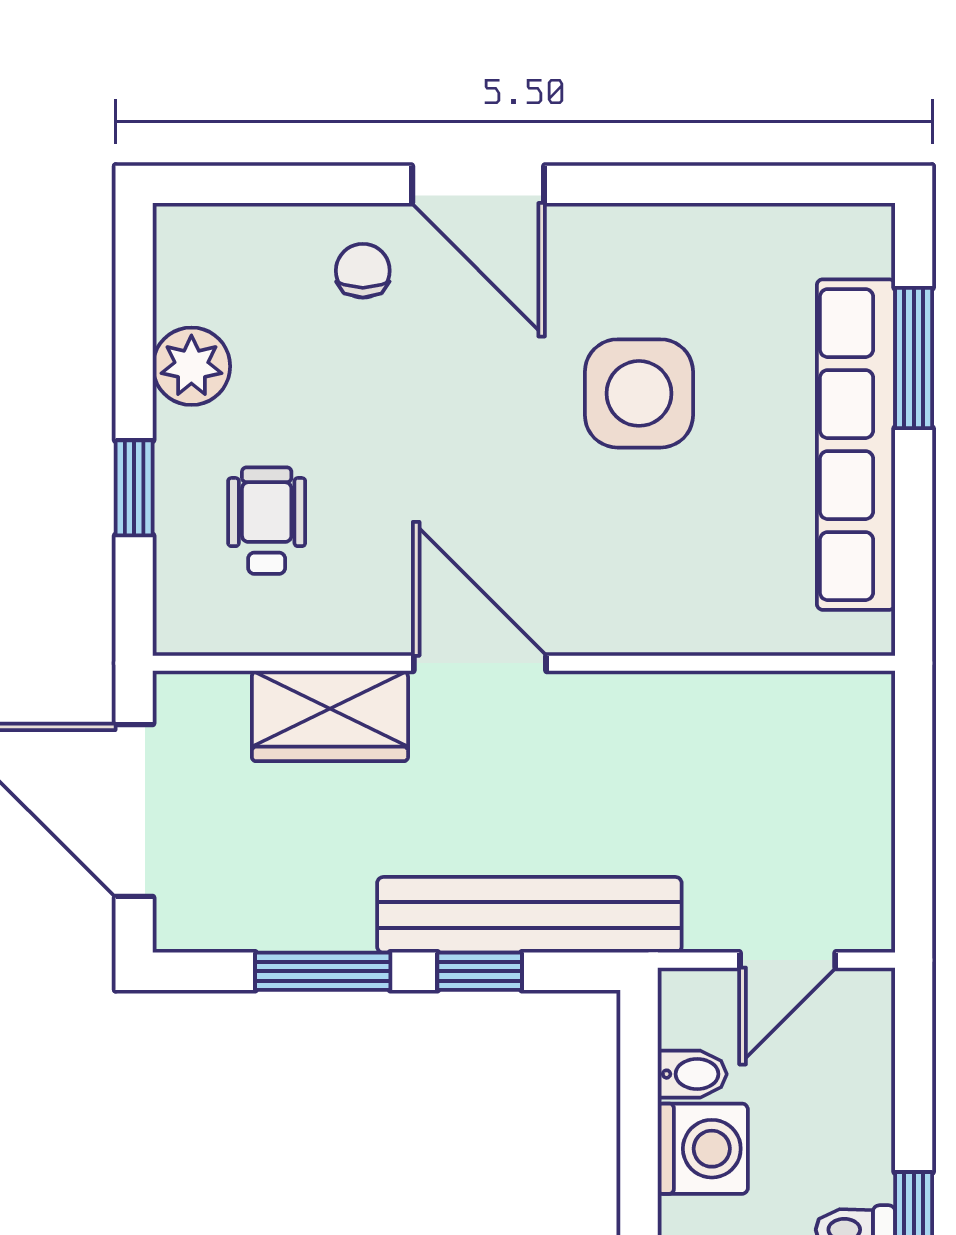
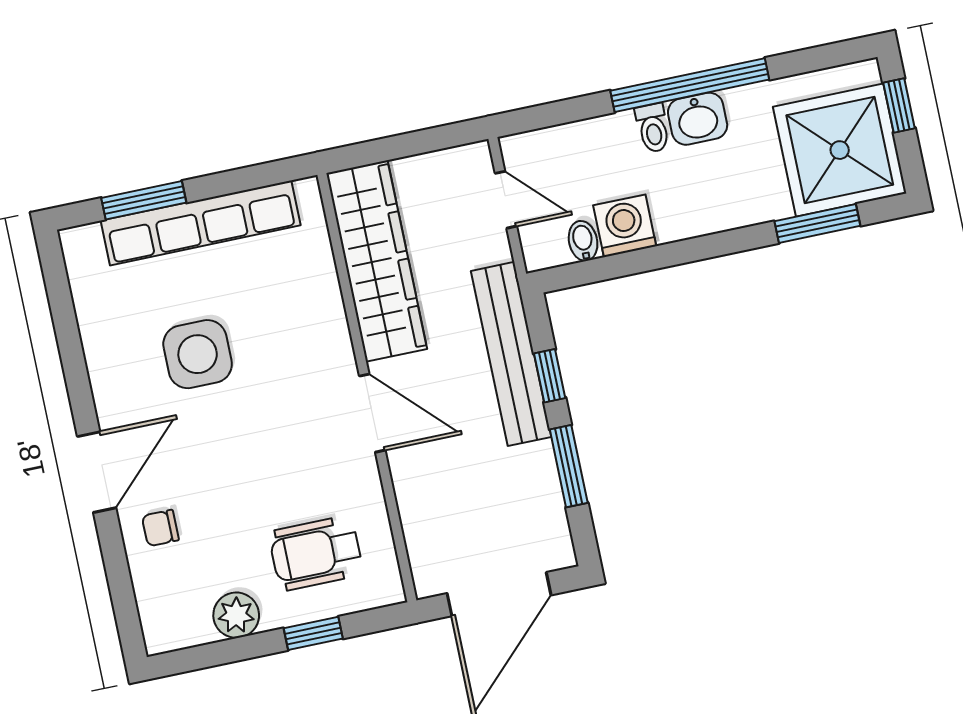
wheelchair: (267, 521) -> (316, 553), width x1.36, depth x1.37
door: (480, 663) -> (372, 413), swing flipped
wardrobe: (330, 716) -> (377, 261), moved, width x2.10, depth x1.17

